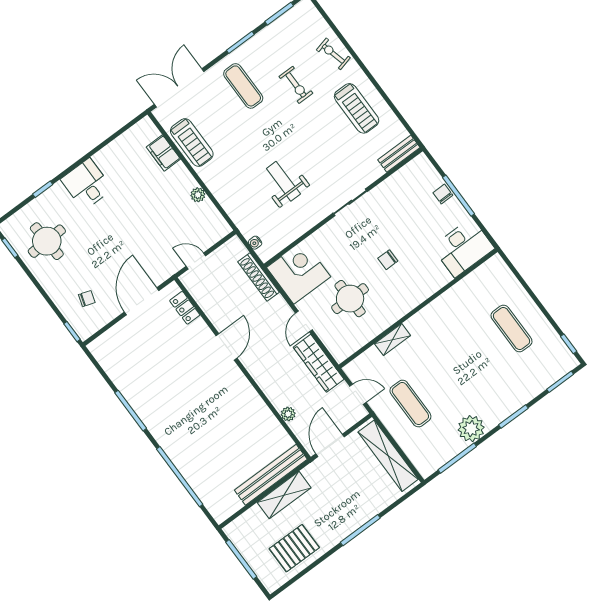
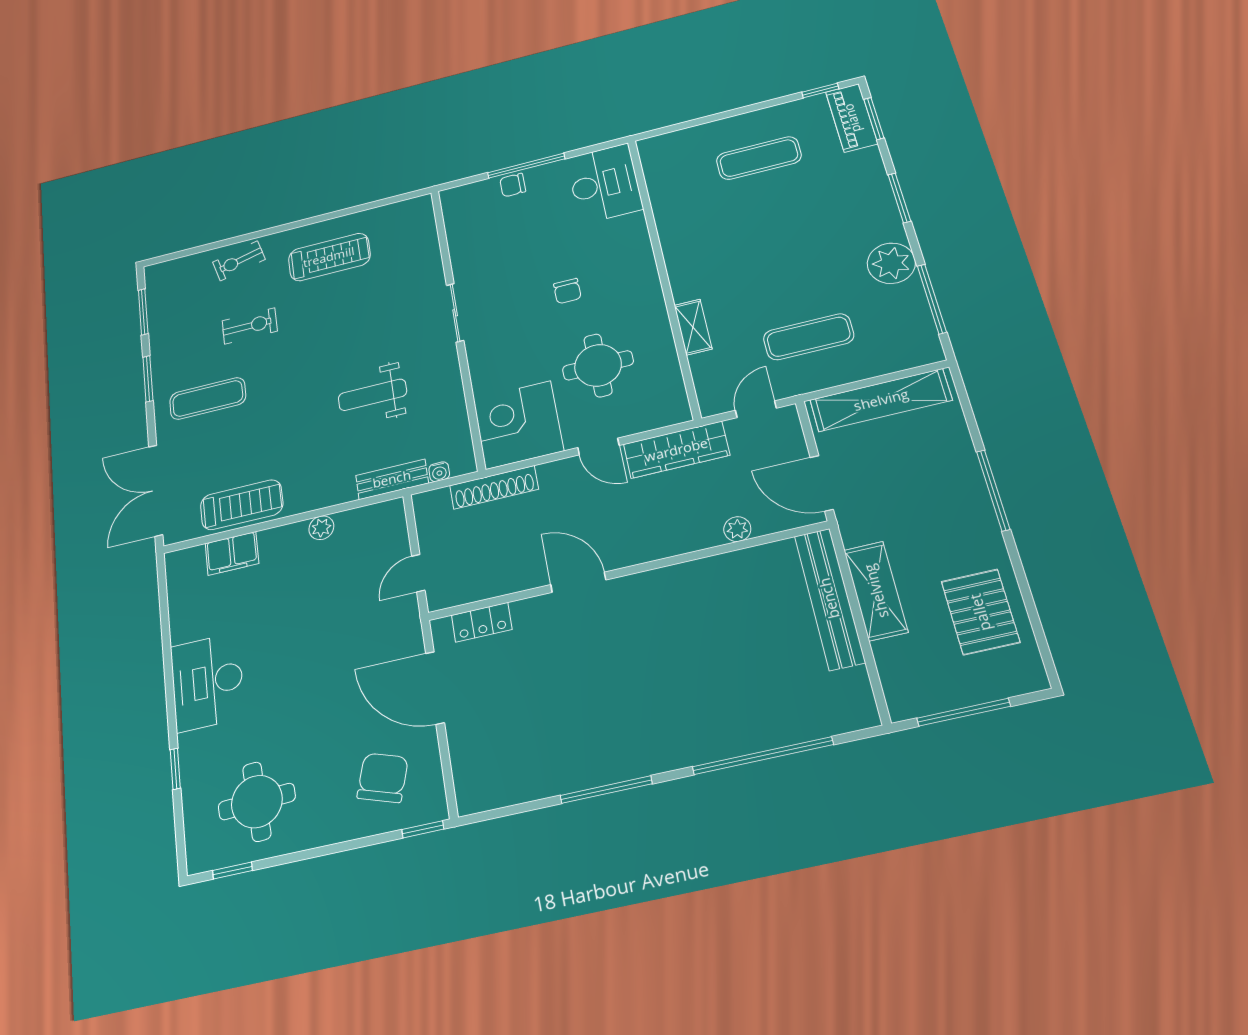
bench: (399, 154) -> (392, 479), moved, turned 90
desk: (87, 184) -> (207, 682), width x1.37
chair: (87, 299) -> (383, 778), width x1.87, depth x1.87
piano: (556, 369) -> (852, 118), added

